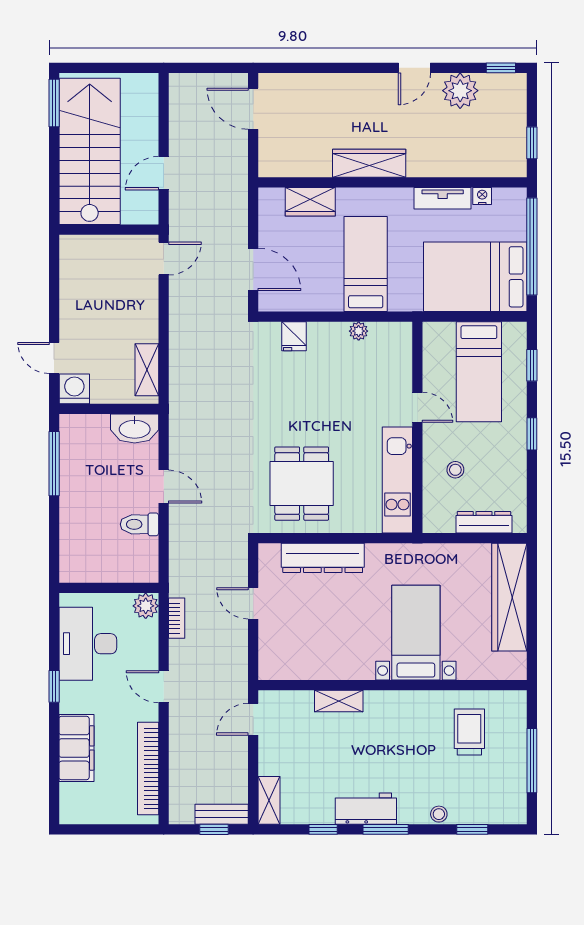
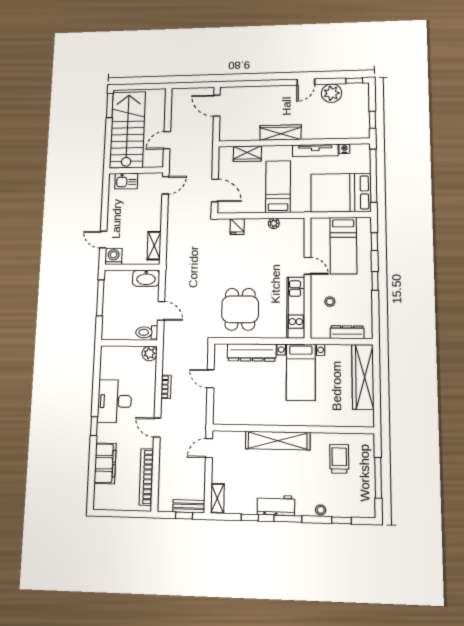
tv unit: (443, 198) -> (315, 150), width x1.41
kitchen sink: (91, 249) -> (126, 181), added
wall: (109, 588) -> (129, 343), moved
plant: (146, 606) -> (149, 353), moved
bed with nightstands: (416, 633) -> (301, 372), moved, turned 180
shelving: (339, 701) -> (278, 441), width x2.20, depth x1.33

